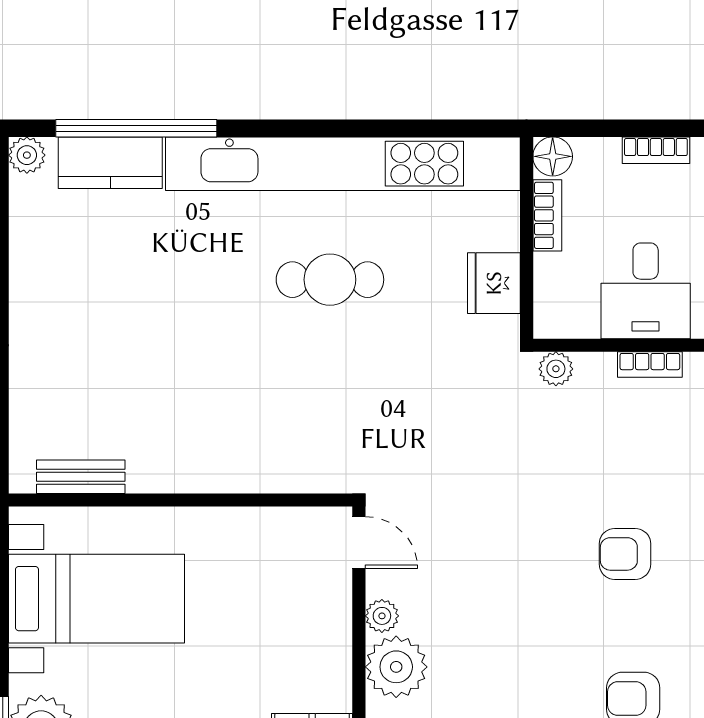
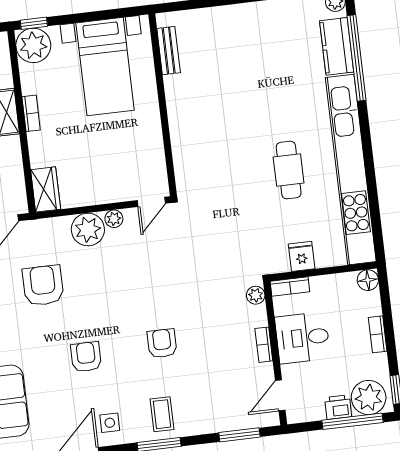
bookcase: (547, 215) -> (290, 287), moved
fridge: (494, 283) -> (302, 256), width x0.72

